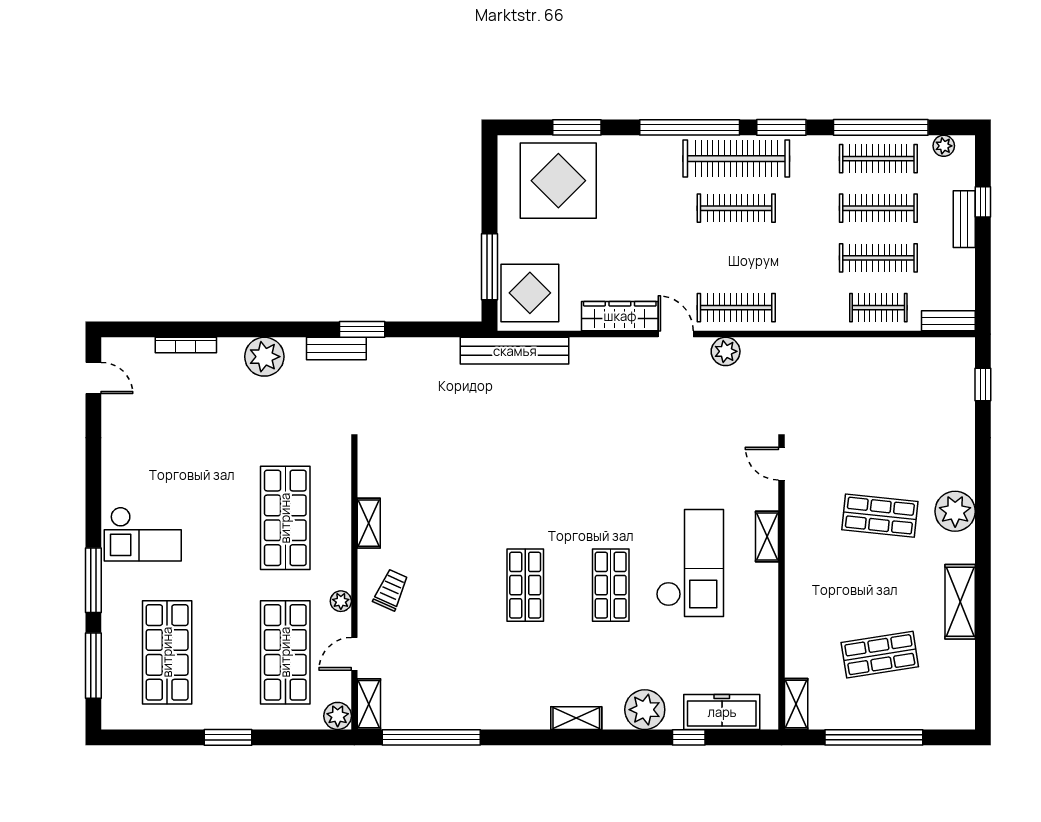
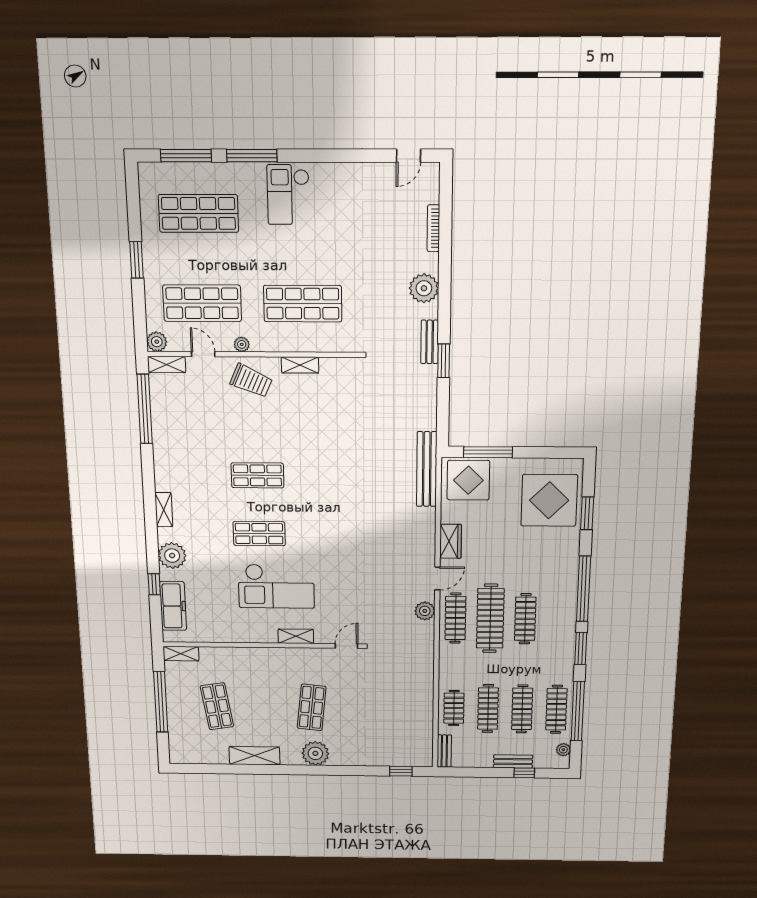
clothes rail: (736, 159) -> (490, 618), moved
wardrobe: (620, 316) -> (451, 541), width x0.67
trolley: (391, 590) -> (251, 381), width x1.36, depth x1.39

